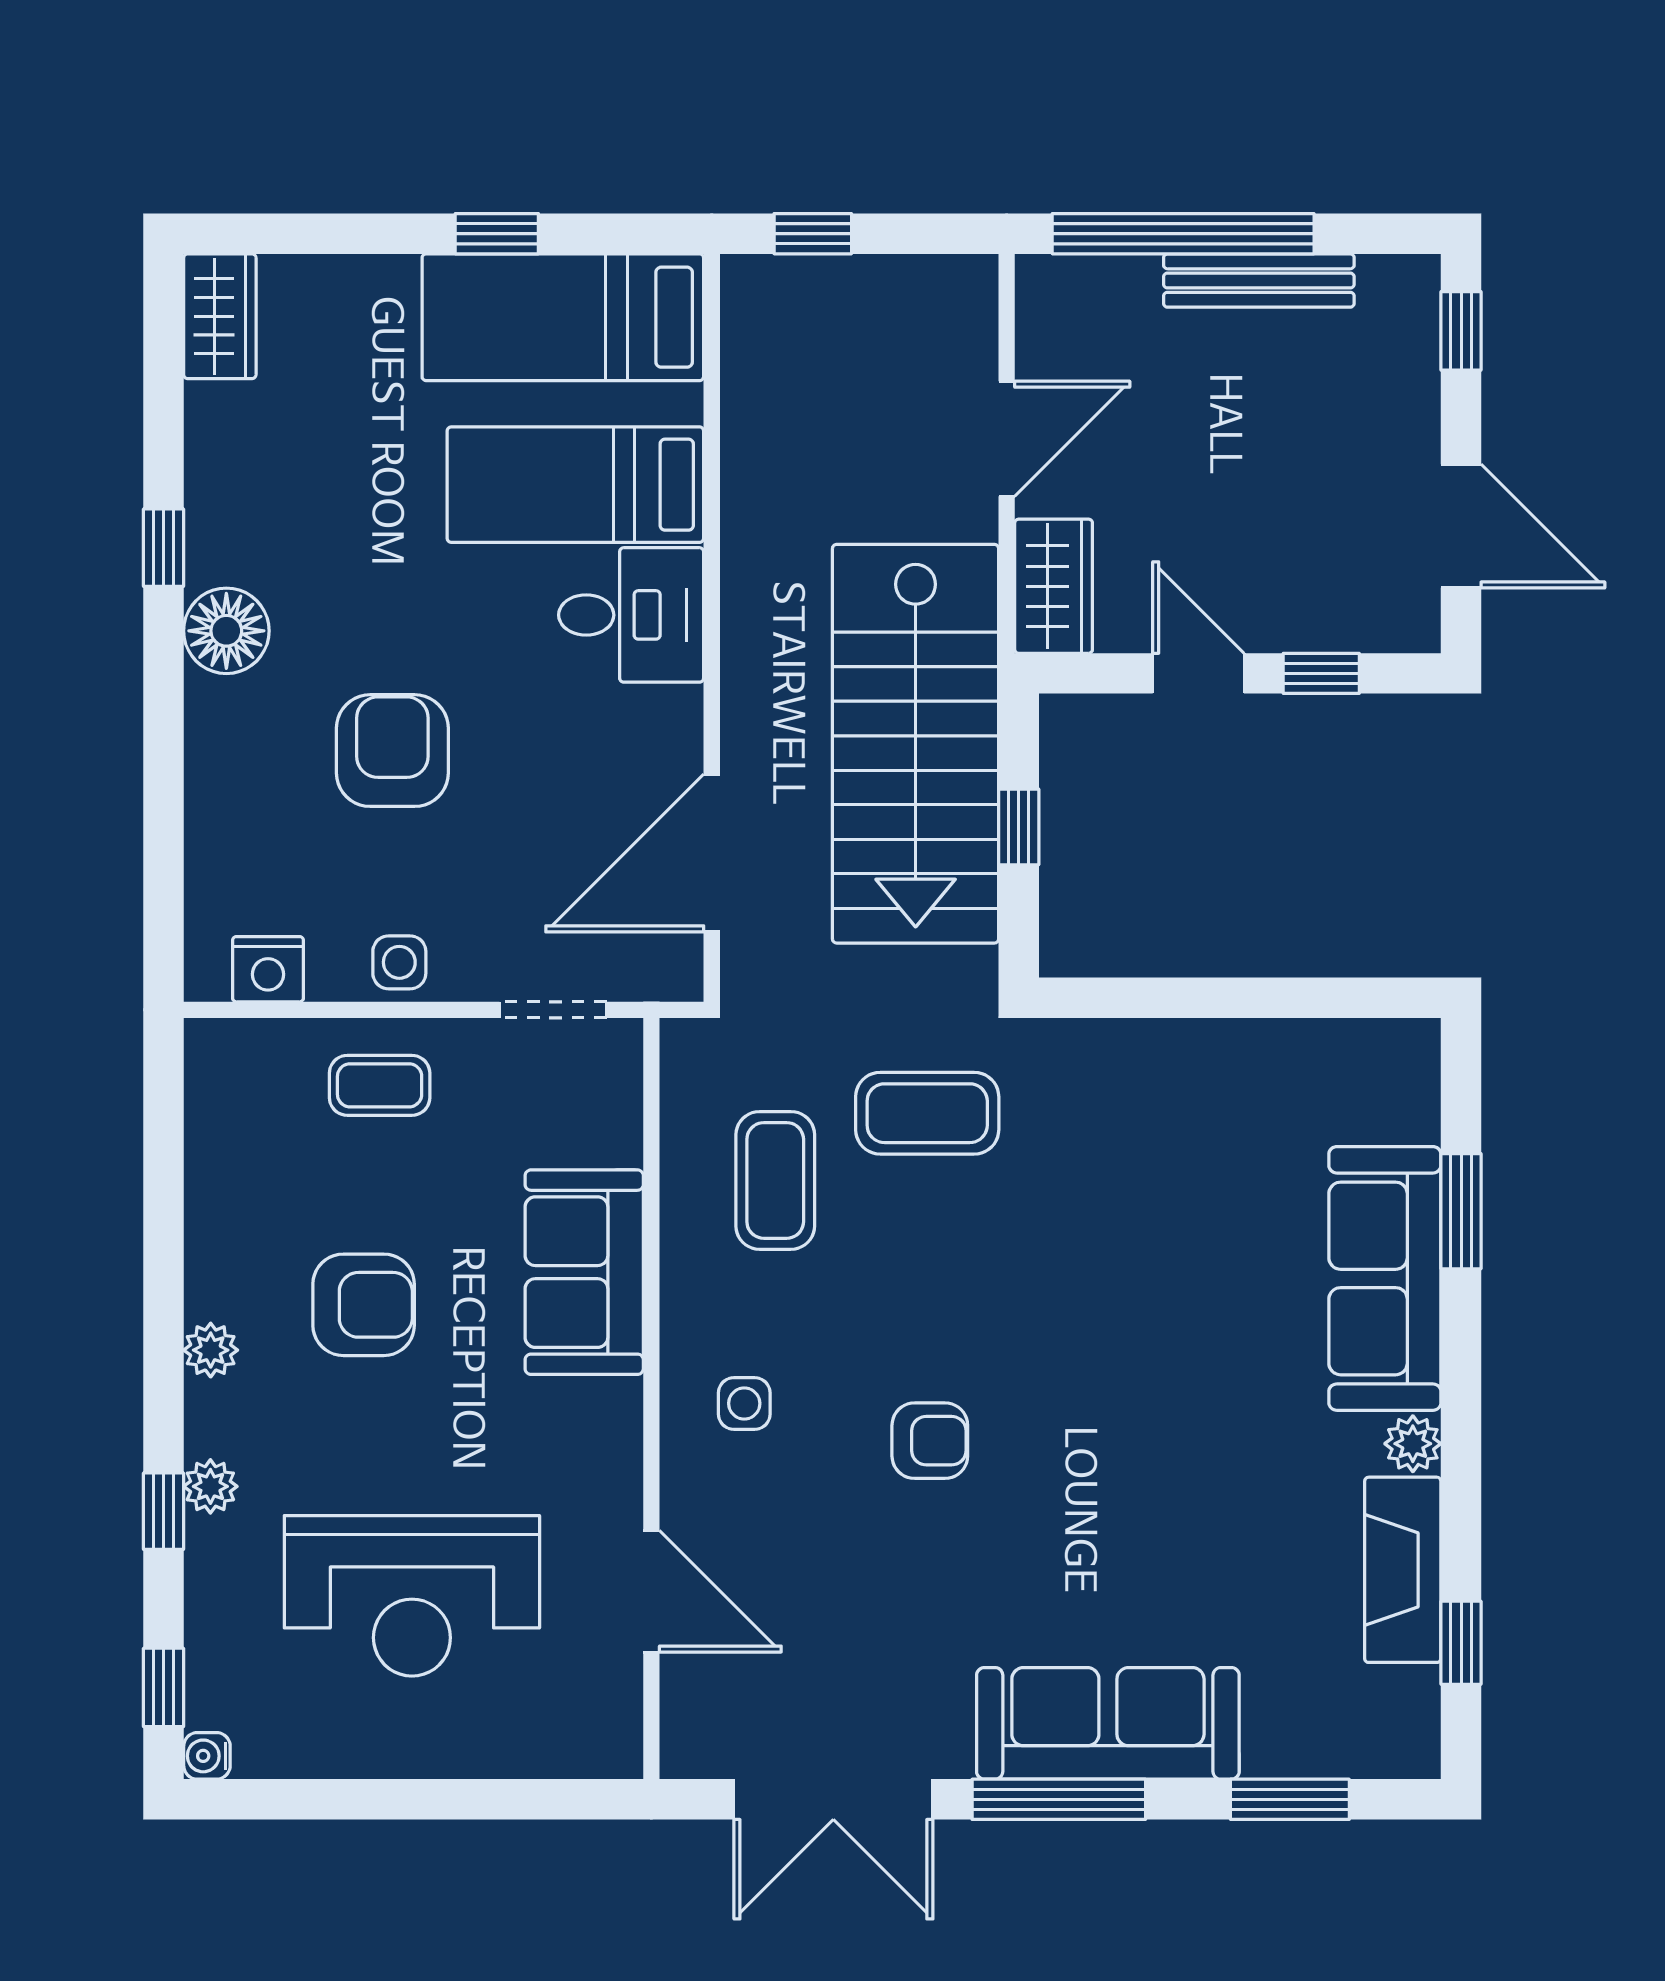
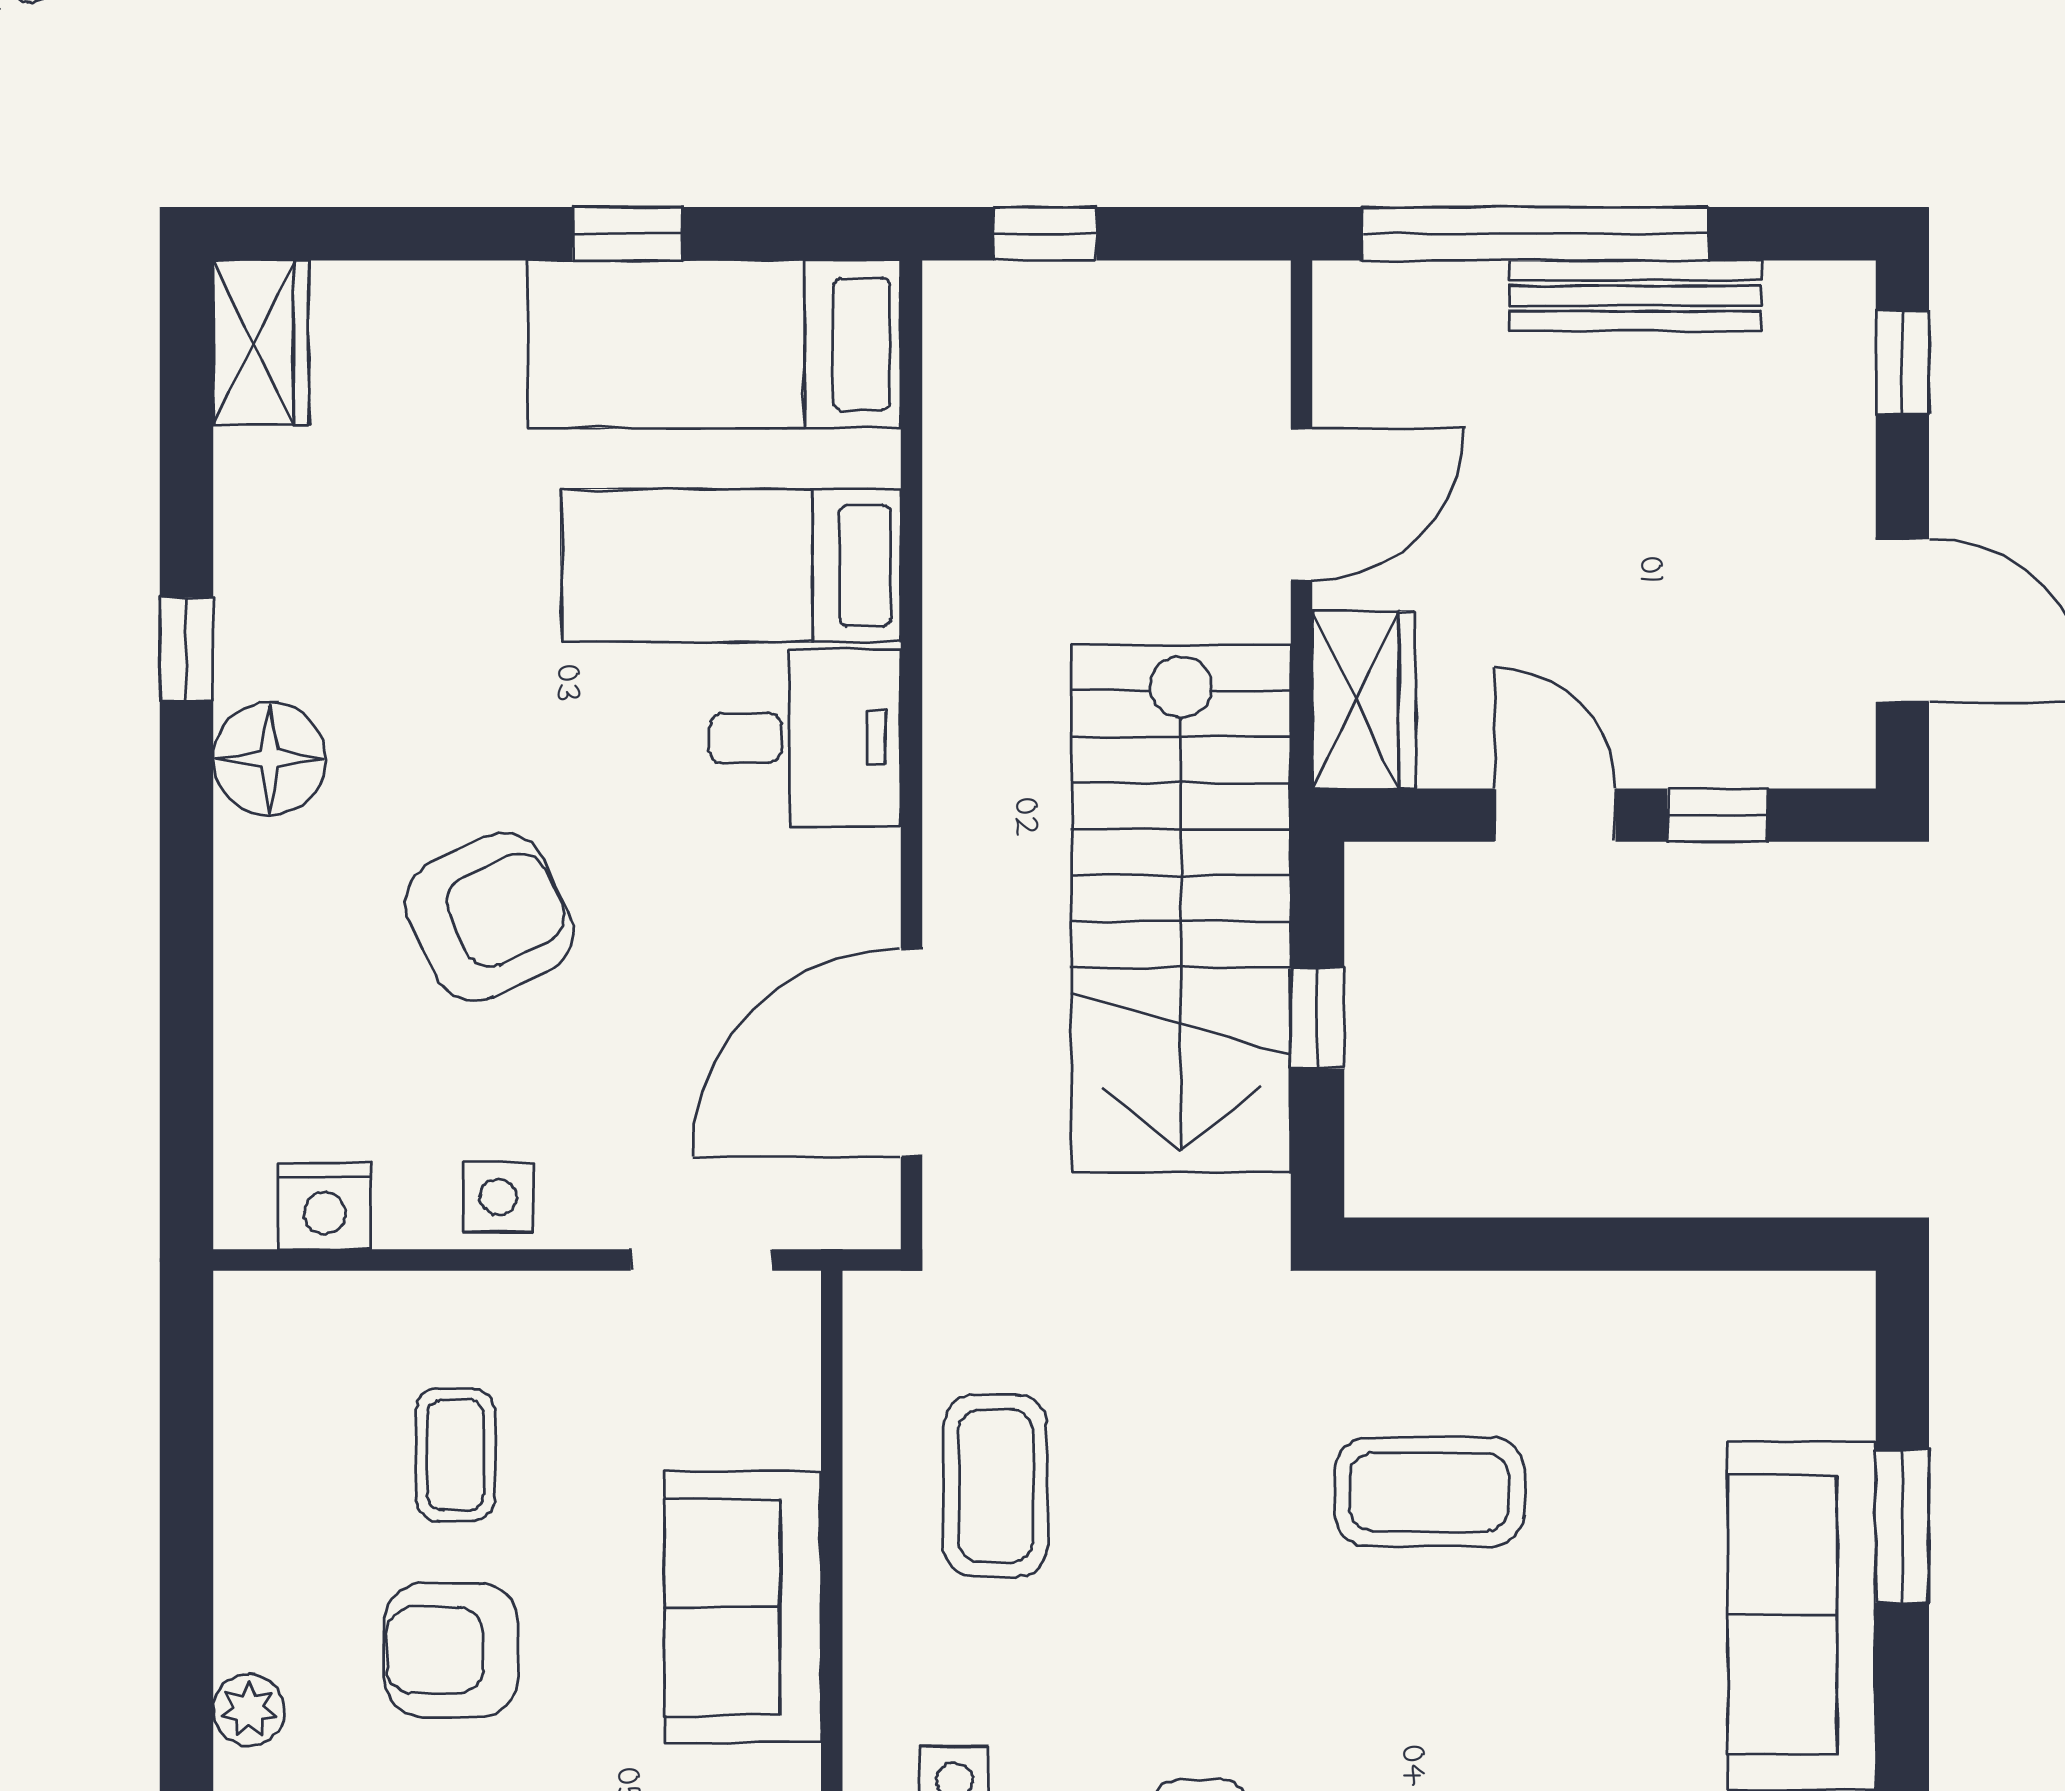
armchair: (392, 751) -> (489, 917), turned 65
coffee table: (380, 1085) -> (456, 1455), moved, turned 90
coffee table: (927, 1113) -> (1429, 1492), moved
armchair: (364, 1305) -> (451, 1650), turned 180

